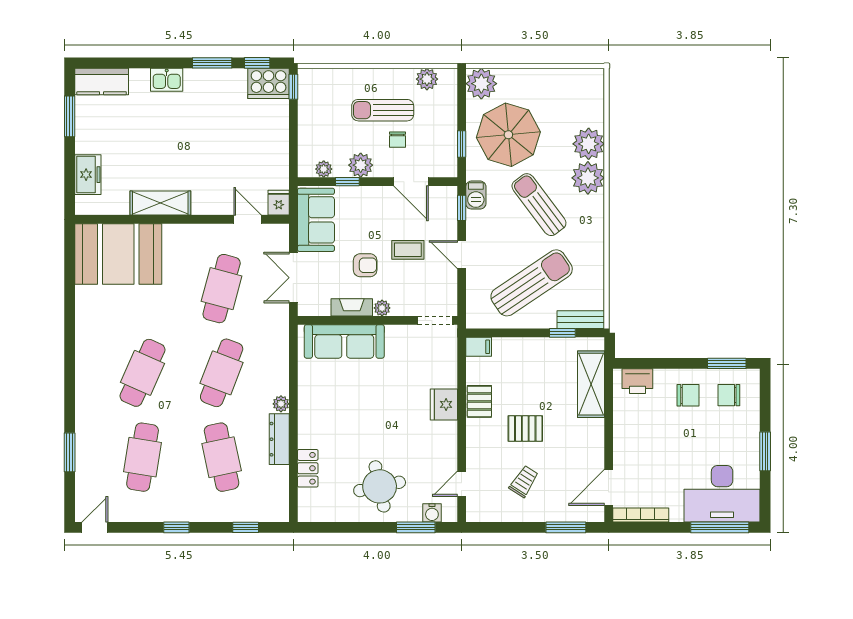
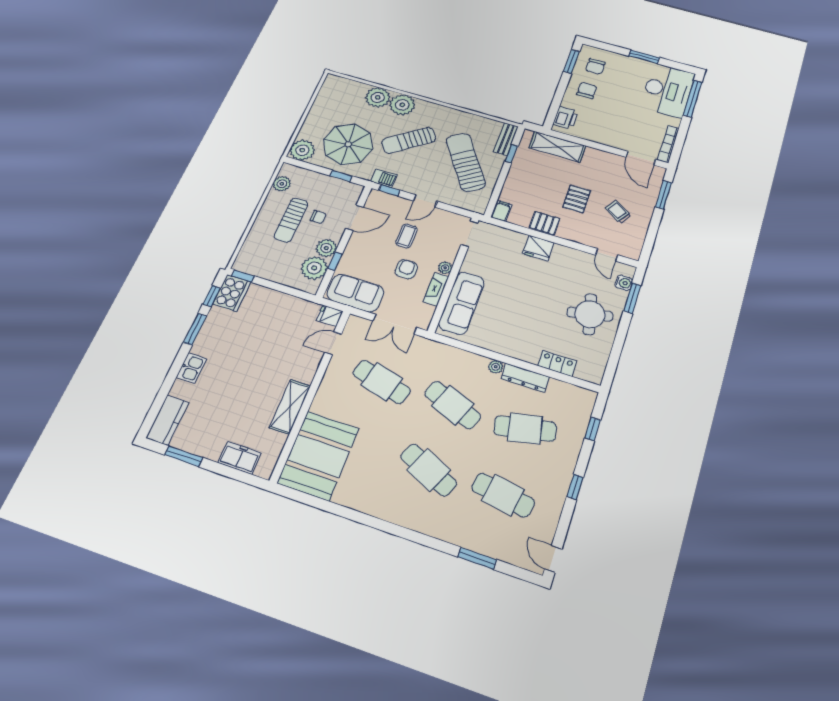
plant: (324, 169) -> (314, 268), width x1.87, depth x1.87

